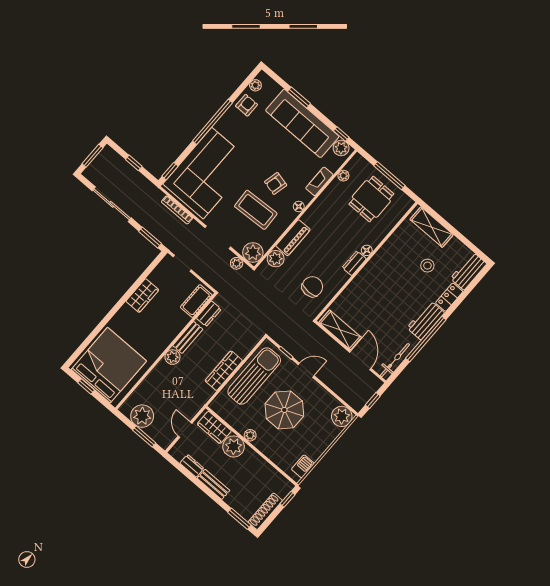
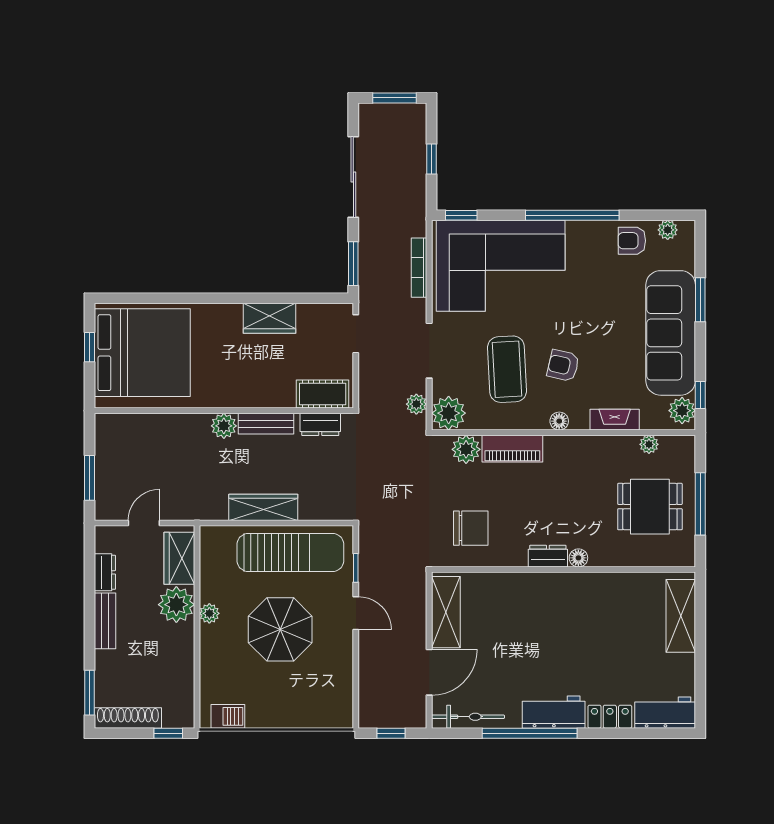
armchair: (247, 105) -> (632, 241), turned 180
stool: (427, 266) -> (626, 653), removed
plant: (142, 416) -> (114, 452), removed
plant: (342, 416) -> (336, 711), removed

